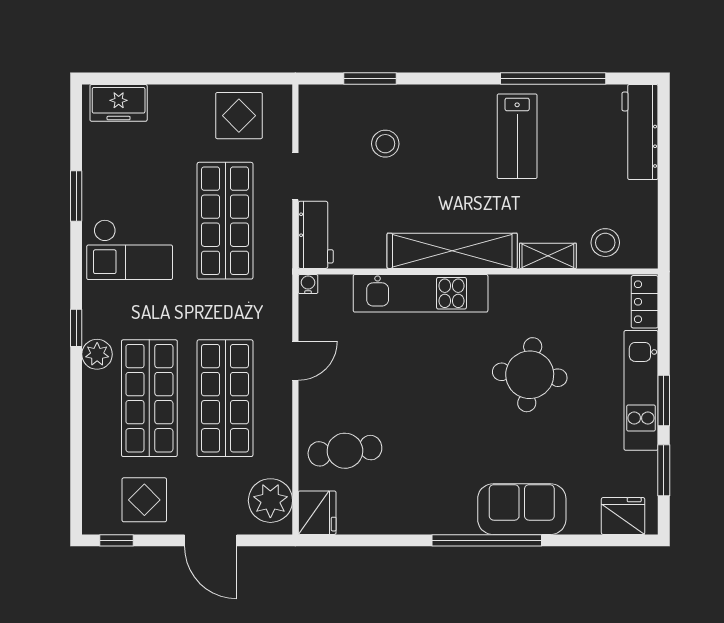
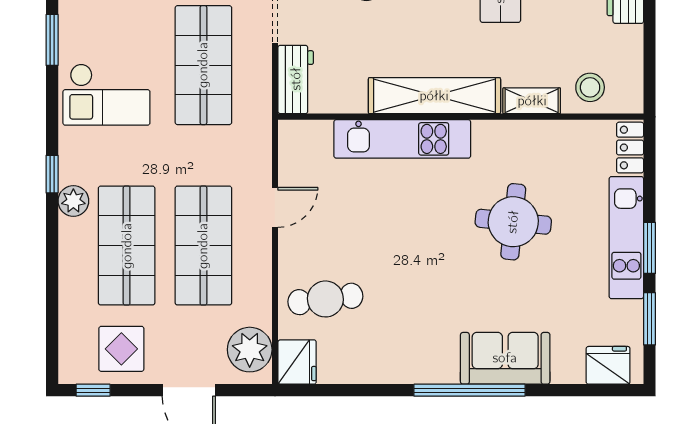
water cooler: (308, 284) -> (288, 130), removed

